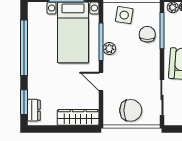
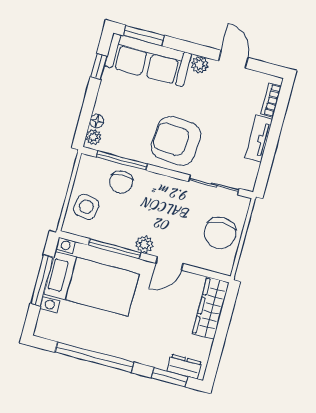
chair: (147, 34) -> (121, 182), turned -90
plant: (109, 49) -> (144, 244), moved
chair: (131, 110) -> (220, 233), turned 180

